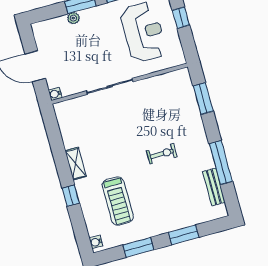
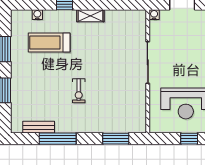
water cooler: (96, 242) -> (37, 15), moved

